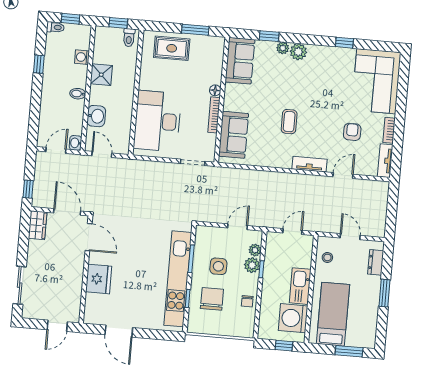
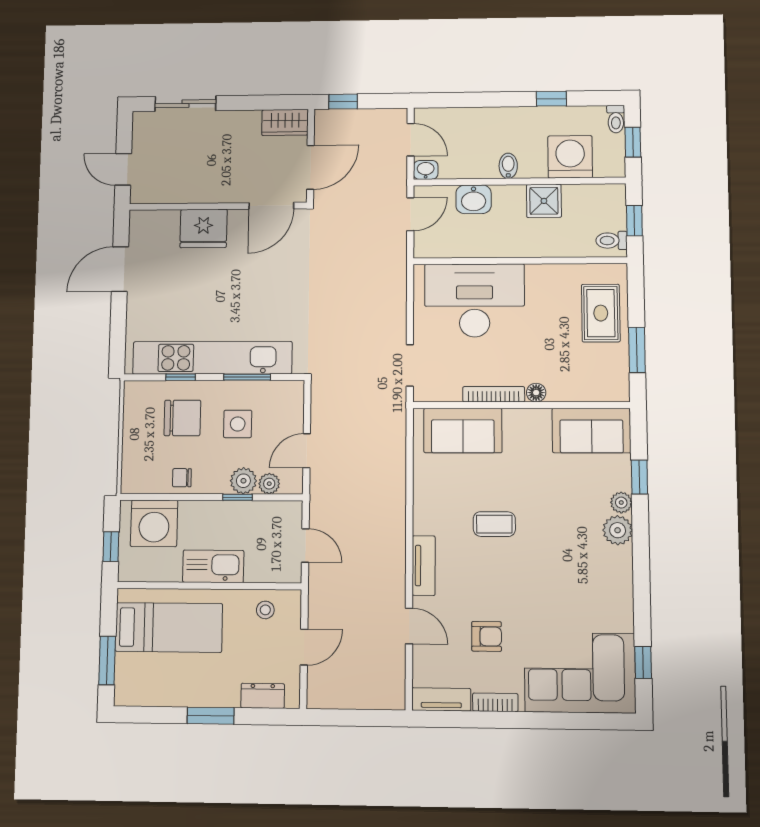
window: (344, 43) -> (643, 662), moved
washing machine: (82, 57) -> (570, 157), width x1.89, depth x1.89
door: (238, 227) -> (307, 451), swing flipped
washing machine: (293, 318) -> (154, 523), moved, turned 180

